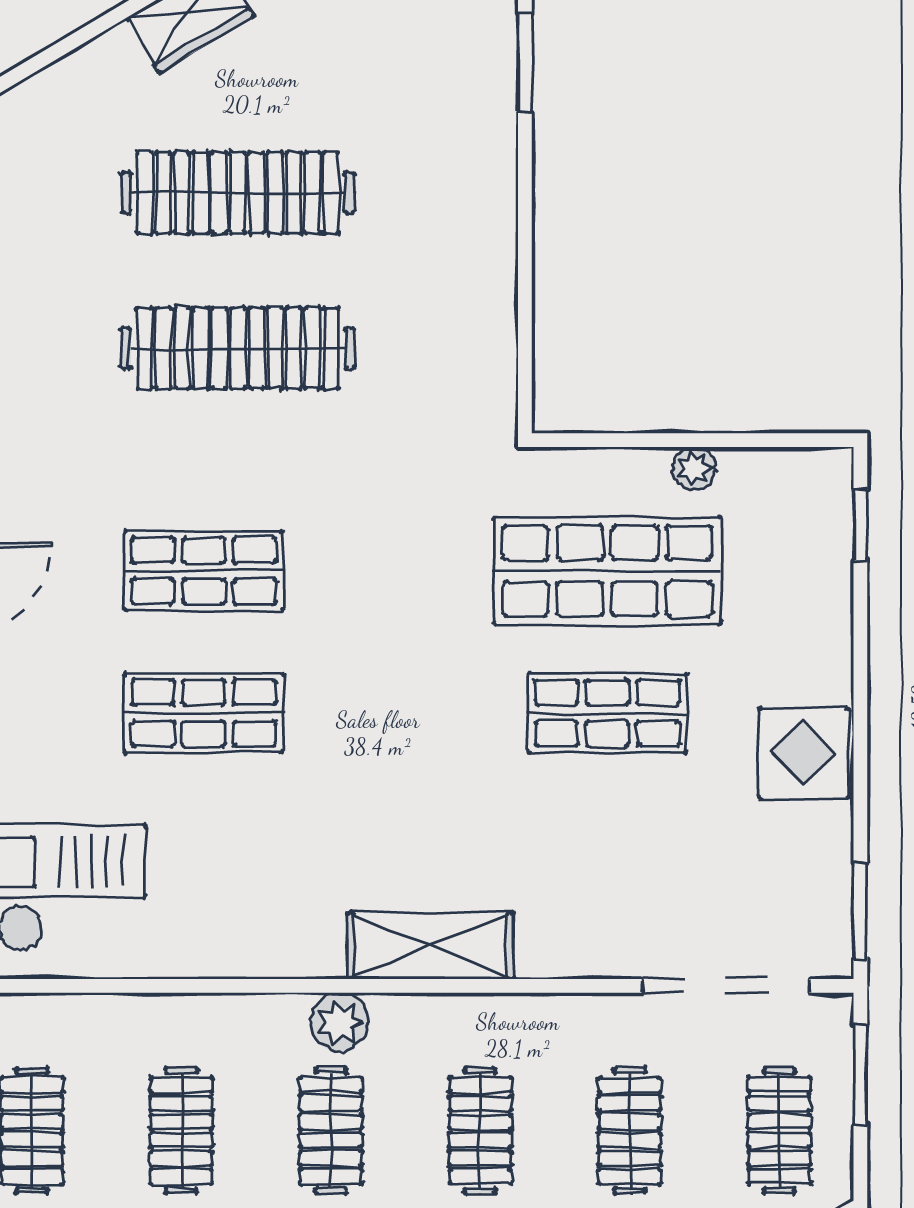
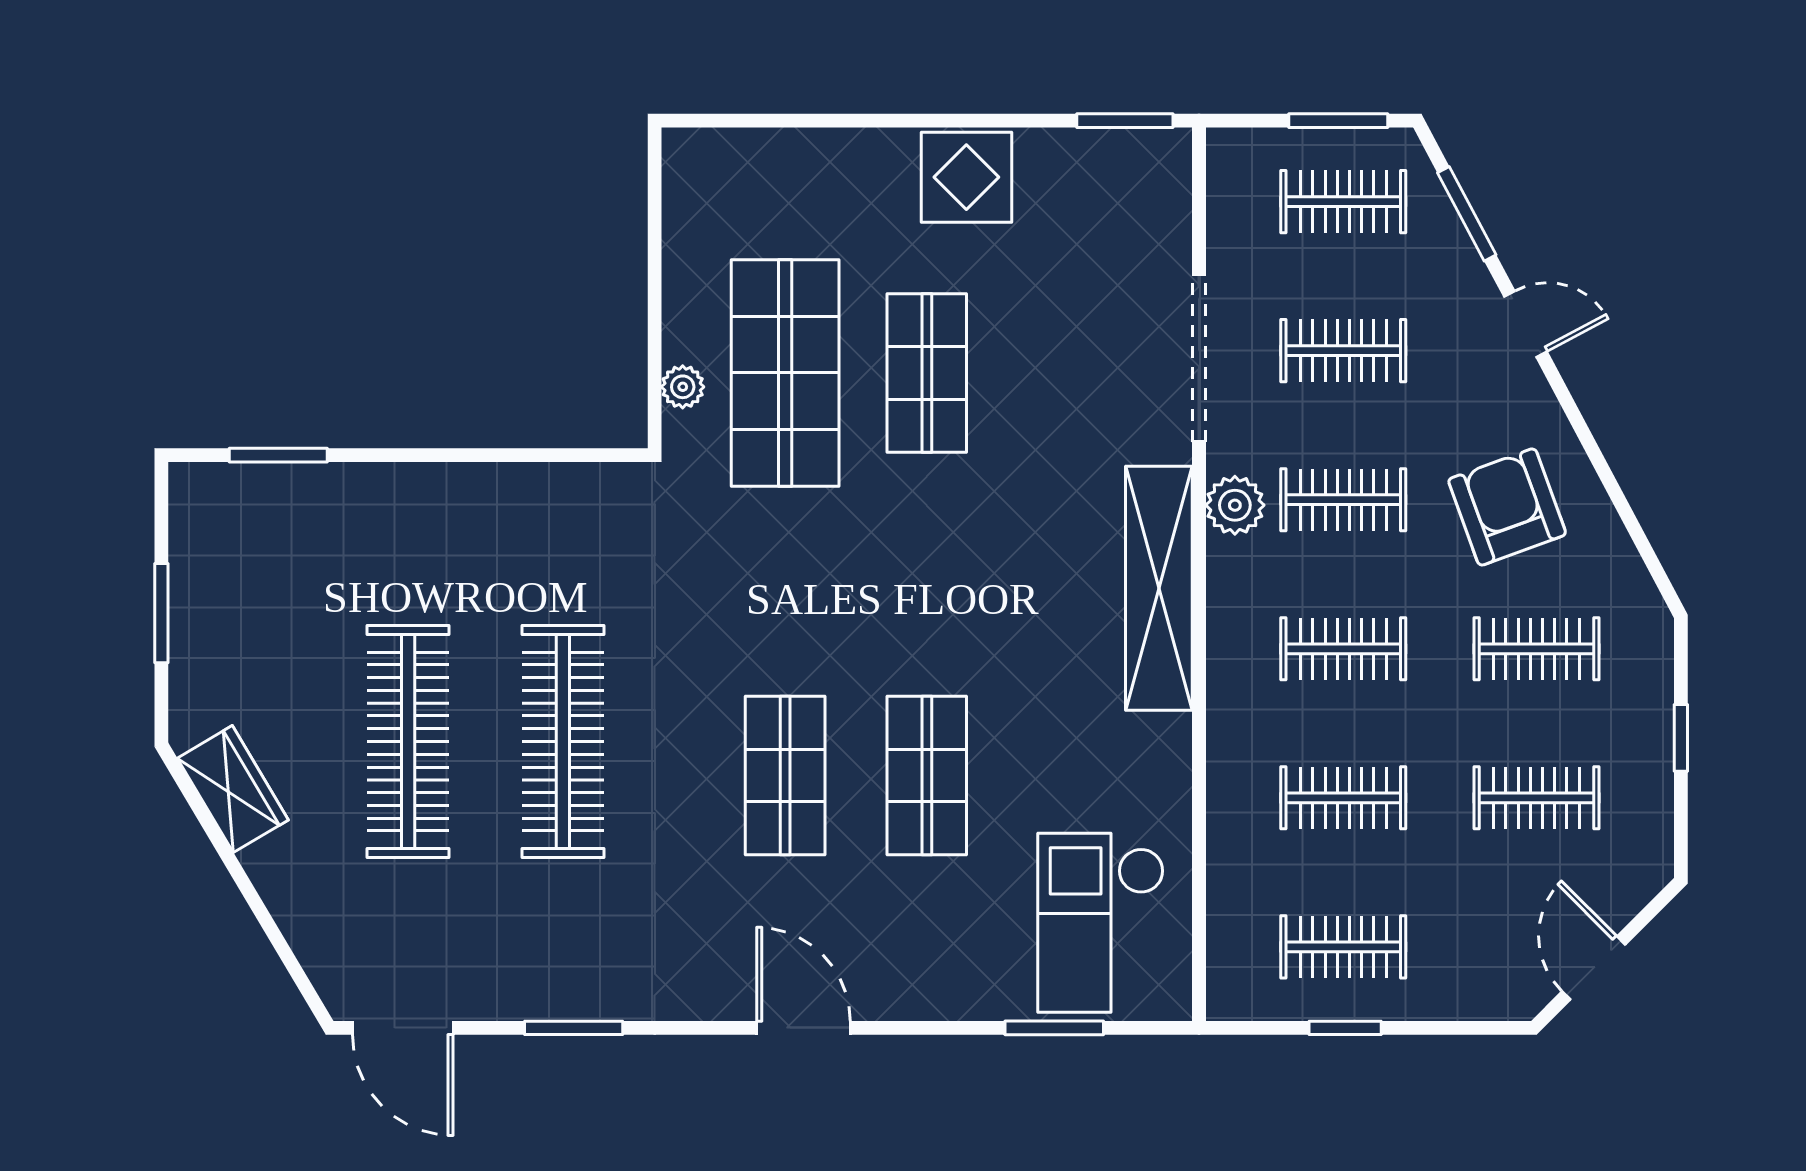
plant: (694, 468) -> (683, 387), moved
window: (860, 525) -> (739, 121), removed
shelving: (430, 946) -> (1159, 588), width x1.47
doorway: (725, 986) -> (1199, 358), moved
plant: (339, 1022) -> (1235, 505), moved
window: (860, 1074) -> (1338, 121), moved

